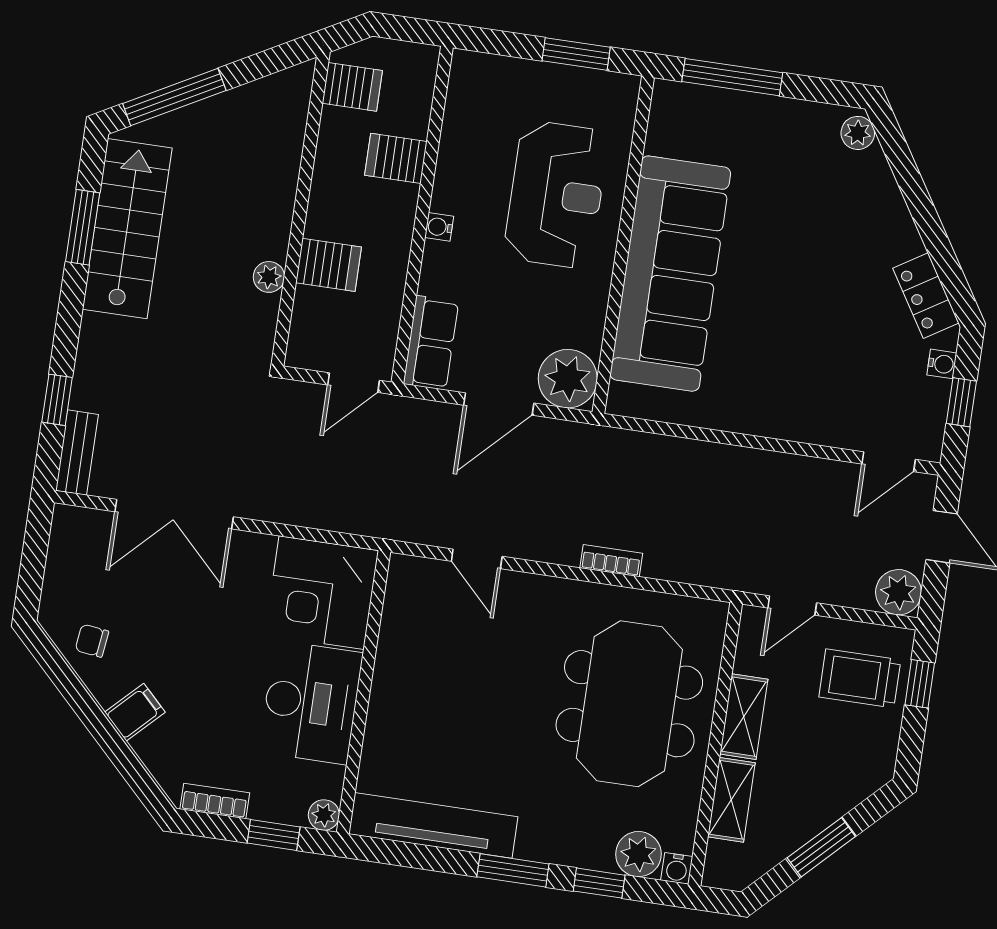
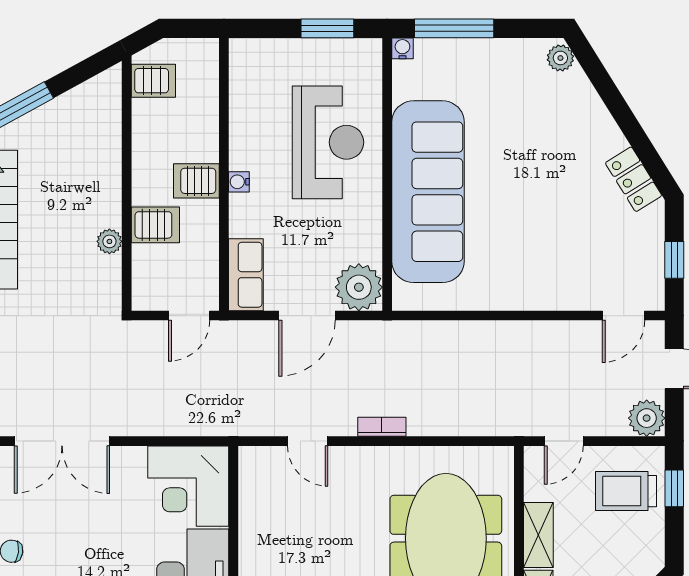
server rack: (396, 158) -> (196, 181), moved
water cooler: (942, 364) -> (402, 48), moved, turned -90
bookcase: (611, 561) -> (382, 427), moved

